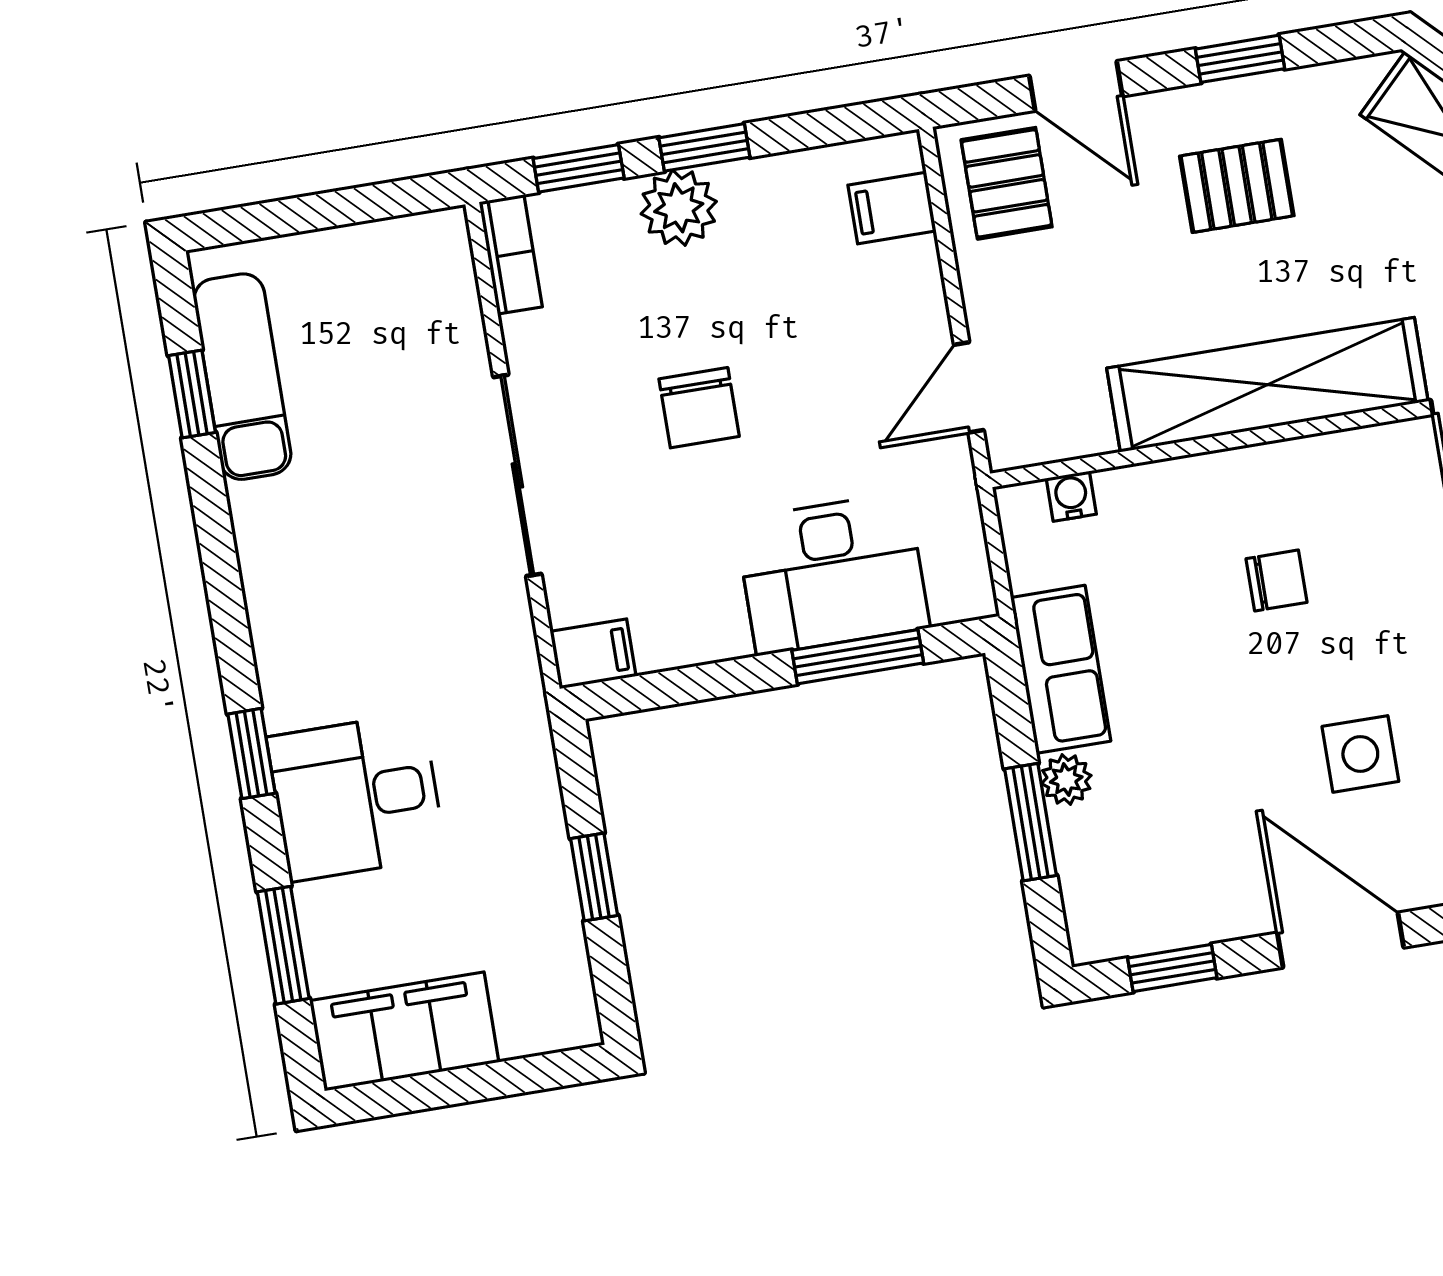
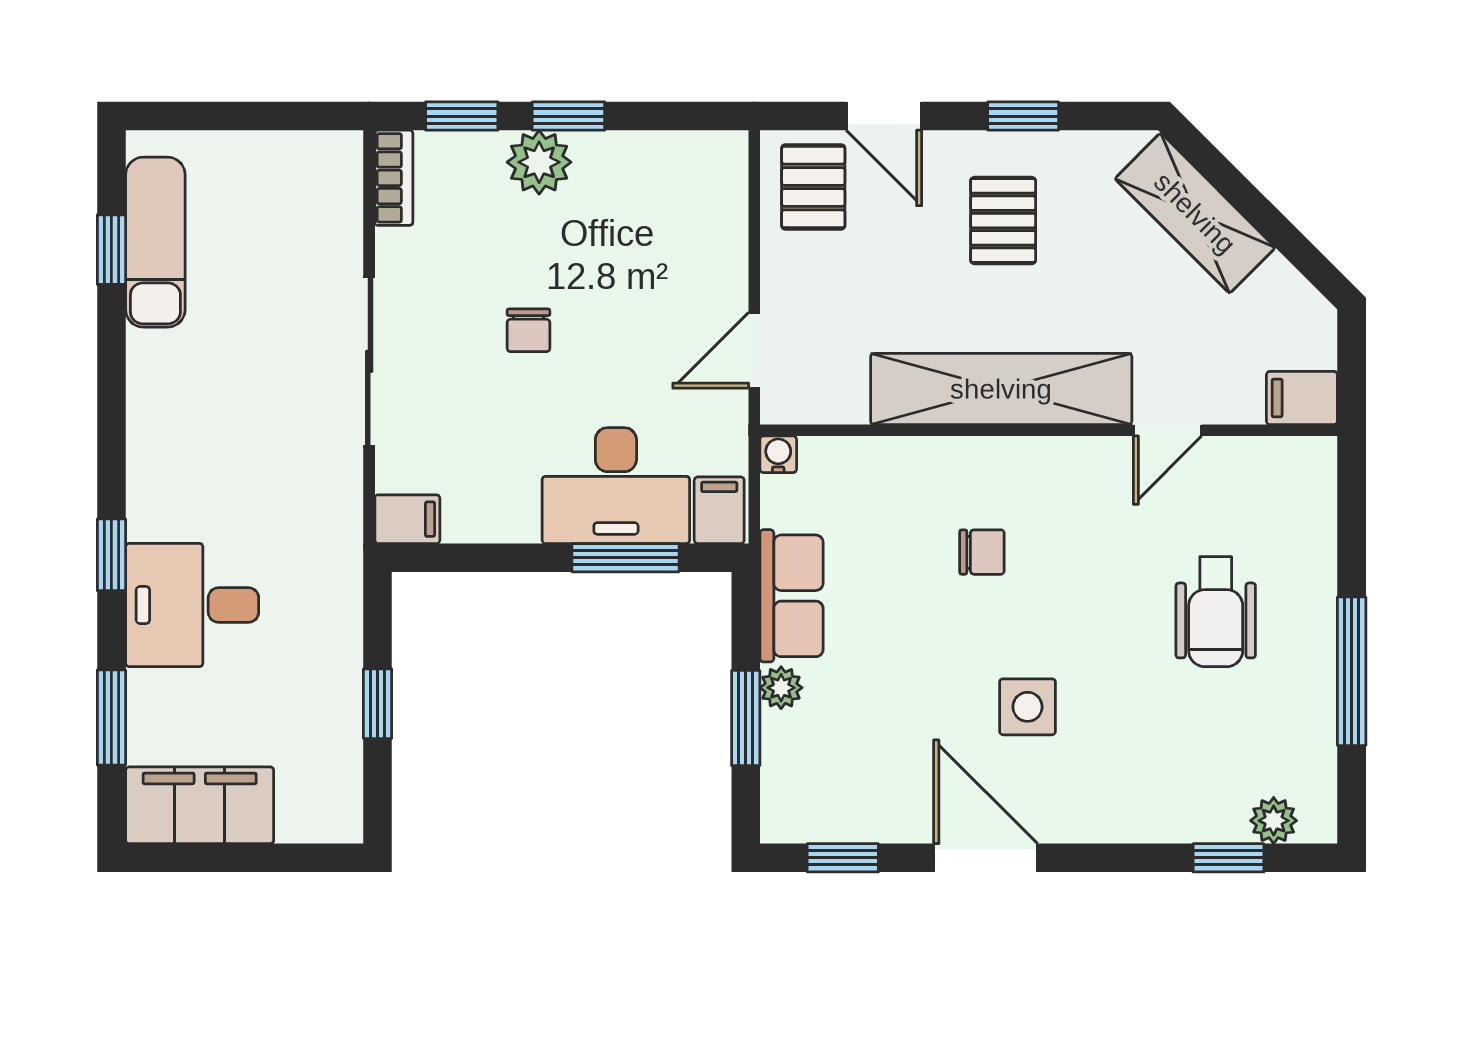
pallet: (1237, 186) -> (1003, 221), turned 90
filing cabinet: (892, 208) -> (719, 510), moved, turned 90
chair: (699, 408) -> (529, 330), width x0.73, depth x0.73
water cooler: (1071, 496) -> (778, 454), moved

